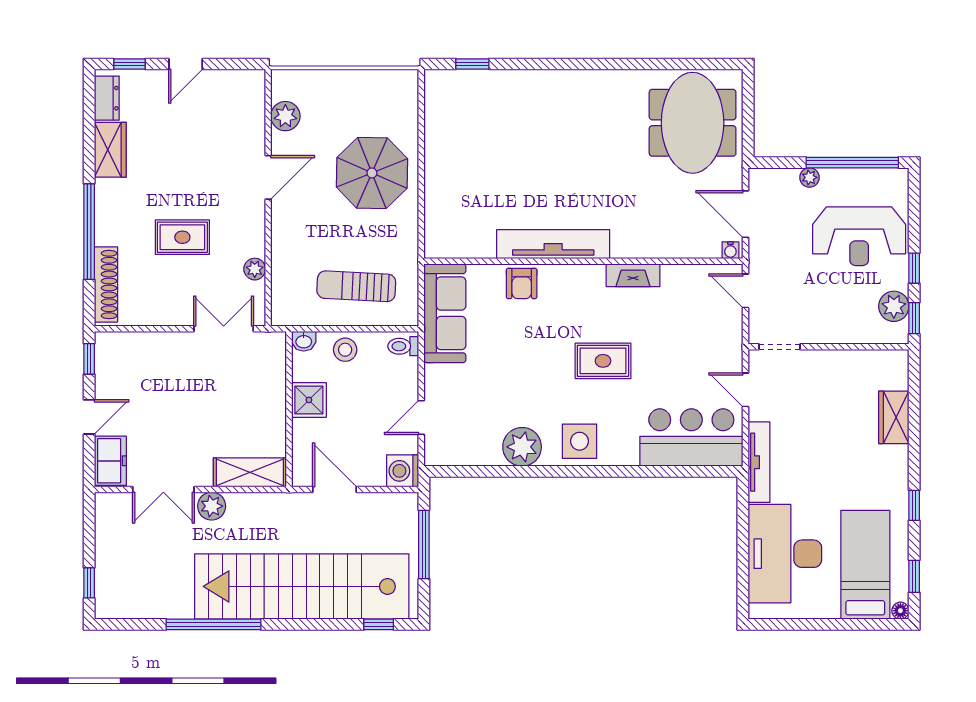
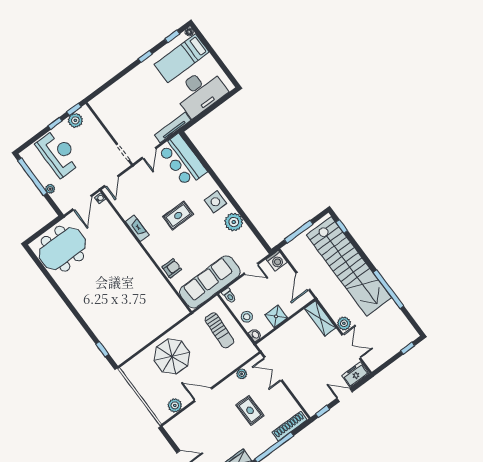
tv unit: (553, 244) -> (148, 267), removed
sofa: (445, 313) -> (210, 282), width x1.36, depth x1.27
rug: (603, 361) -> (178, 216), turned 90
wardrobe: (894, 417) -> (118, 89), removed

